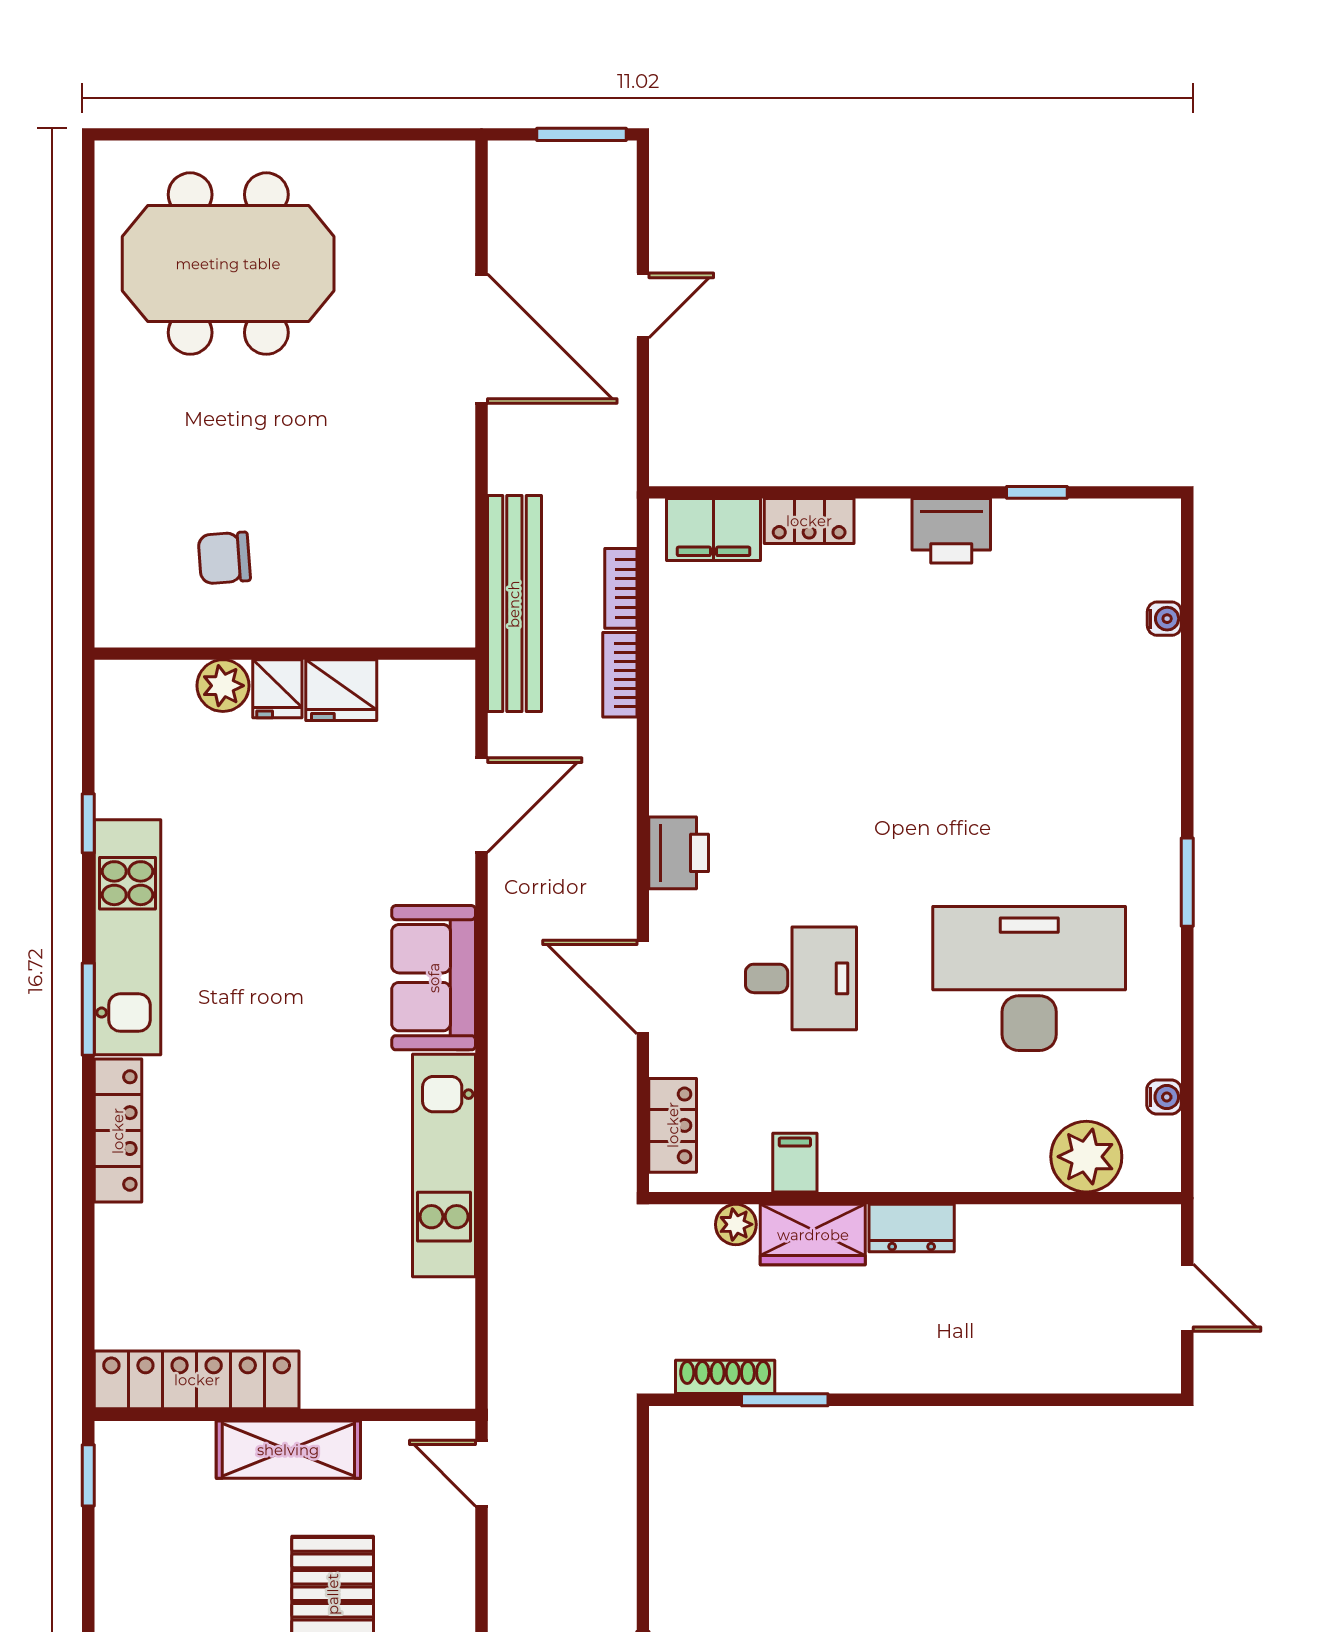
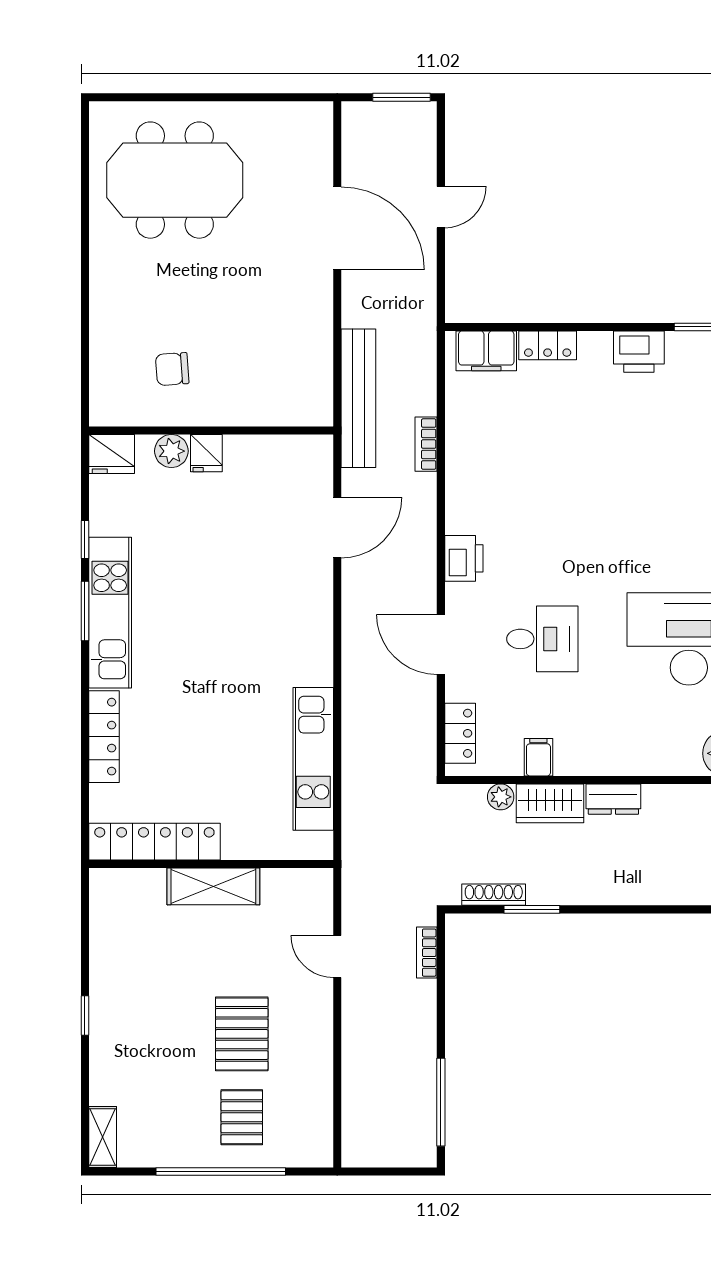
bookcase: (621, 588) -> (427, 953), moved
fridge: (341, 690) -> (112, 454), moved
sofa: (434, 978) -> (307, 638), removed
window: (88, 1009) -> (85, 611), moved
locker: (197, 1380) -> (154, 842), moved
wall: (285, 1415) -> (211, 864), moved
shelving: (288, 1450) -> (213, 886), moved
window: (88, 1475) -> (85, 1016), moved

